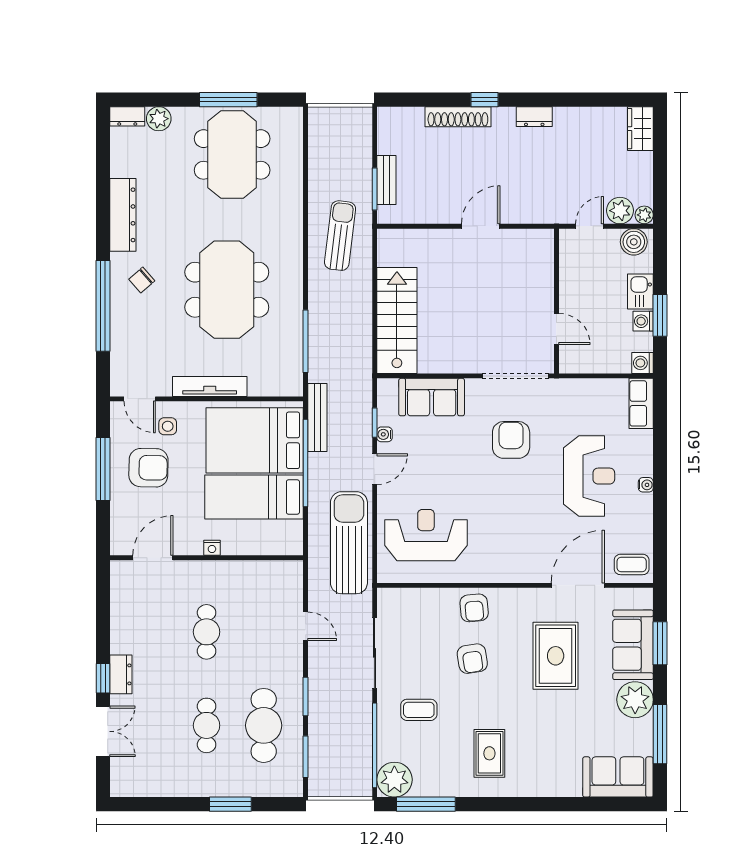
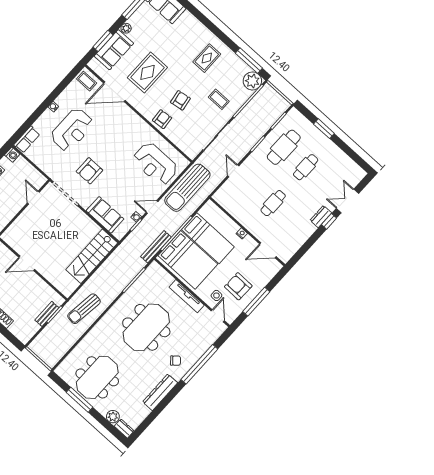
reception desk: (589, 476) -> (72, 130), turned 180
plant: (635, 700) -> (126, 28), width x0.53, depth x0.53

